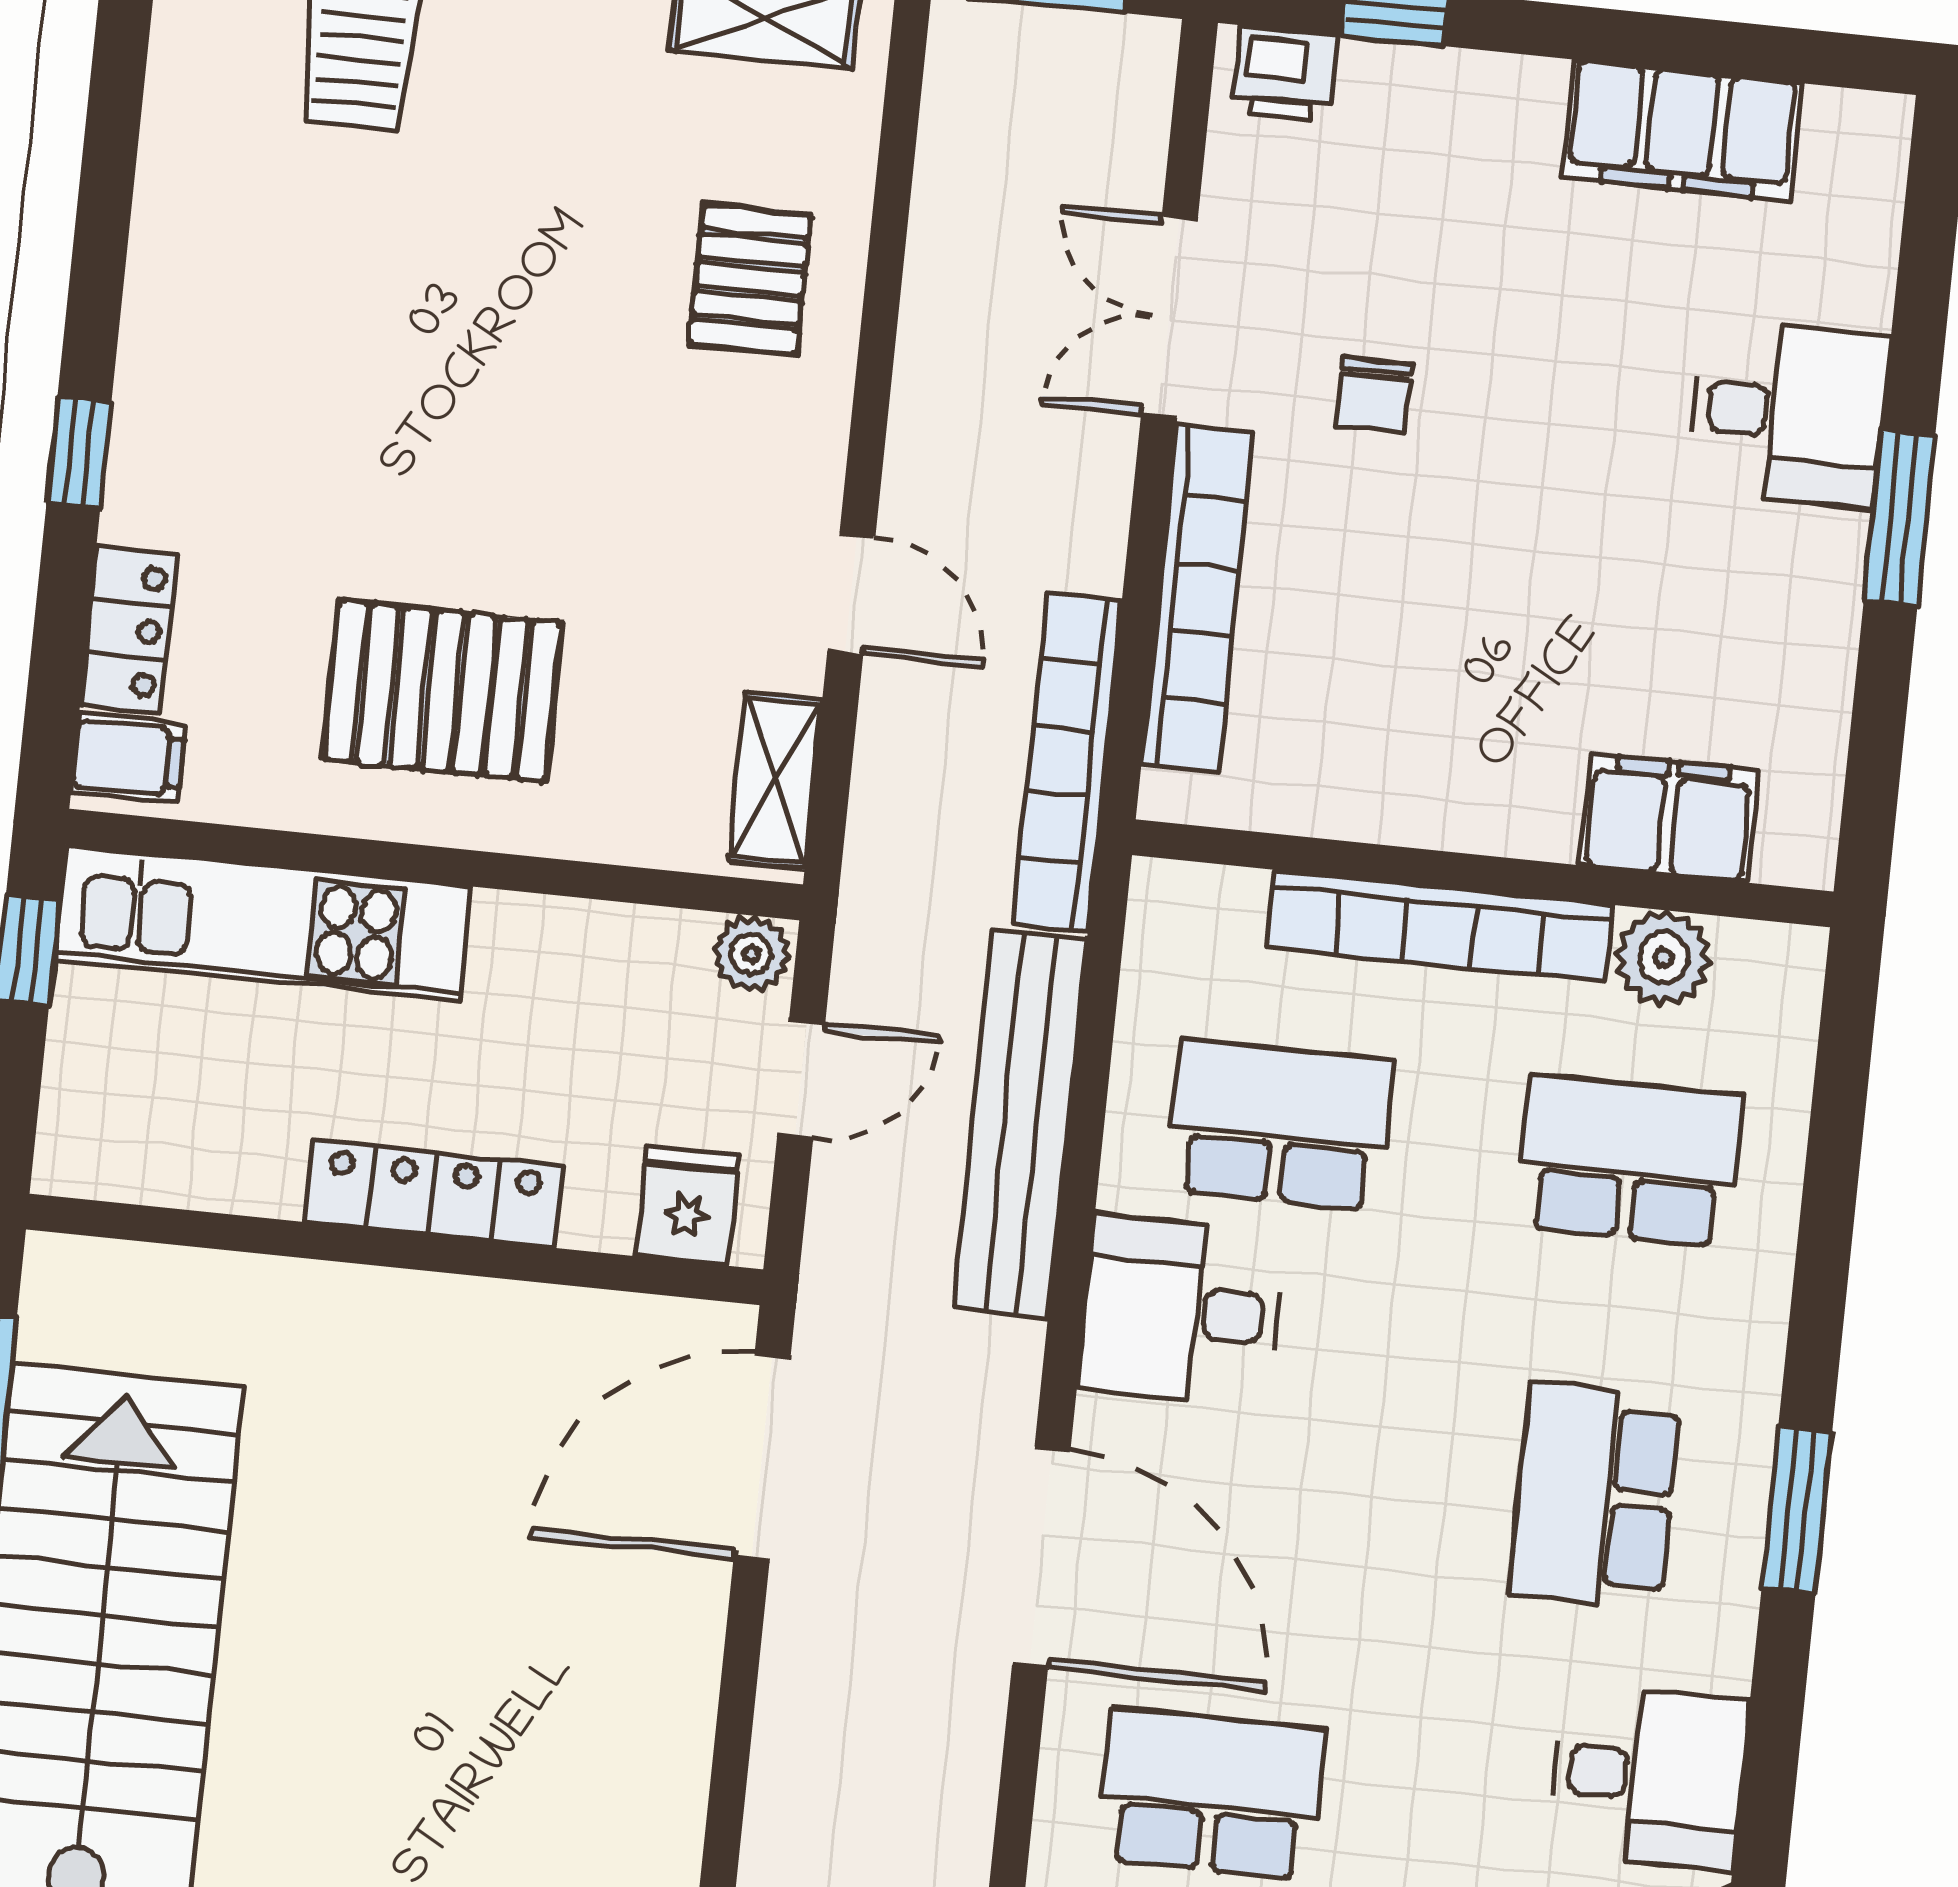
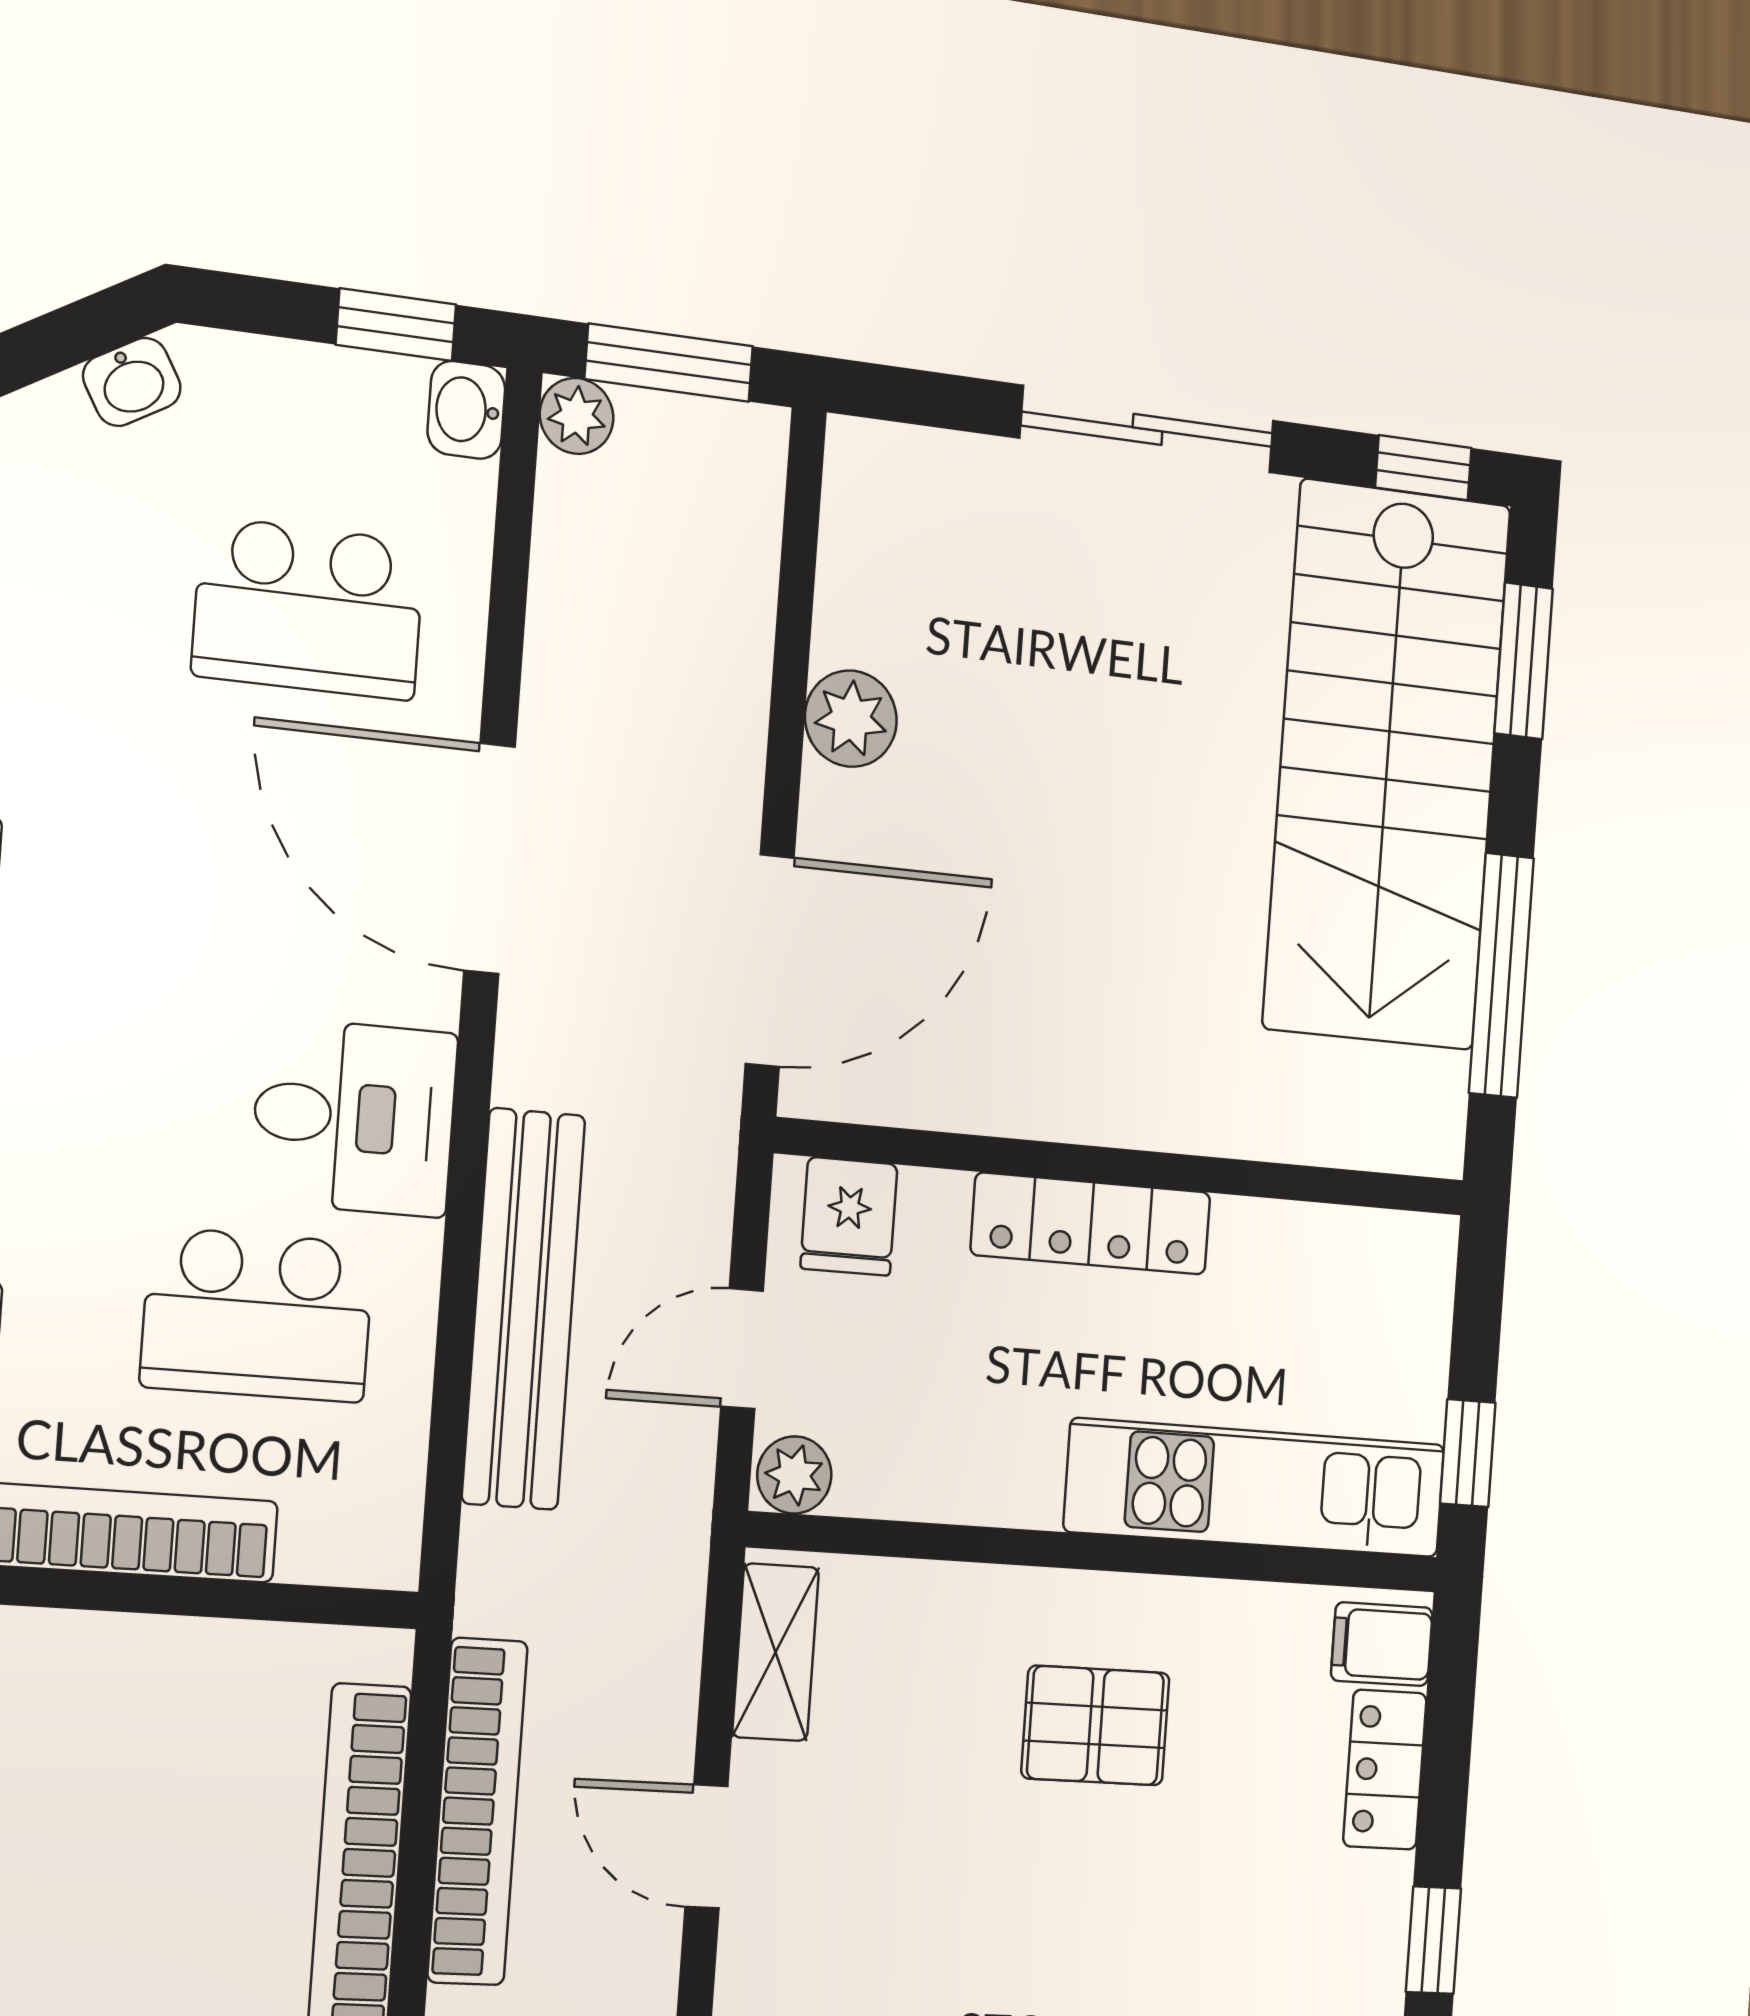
pallet: (442, 691) -> (1095, 1726), width x0.67, depth x0.71
bookcase: (1067, 762) -> (478, 1812), moved
plant: (672, 1695) -> (851, 719), added

